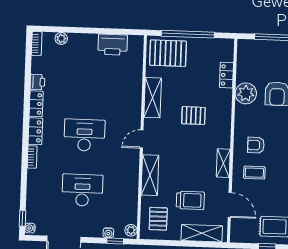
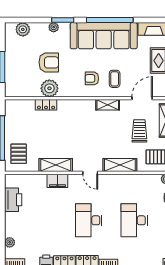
pallet: (168, 53) -> (19, 154), width x0.67, depth x0.71
locker: (227, 75) -> (46, 105), moved
filing cabinet: (133, 99) -> (57, 181), added
pallet: (193, 116) -> (69, 131), removed
armchair: (256, 145) -> (92, 78), turned 90

